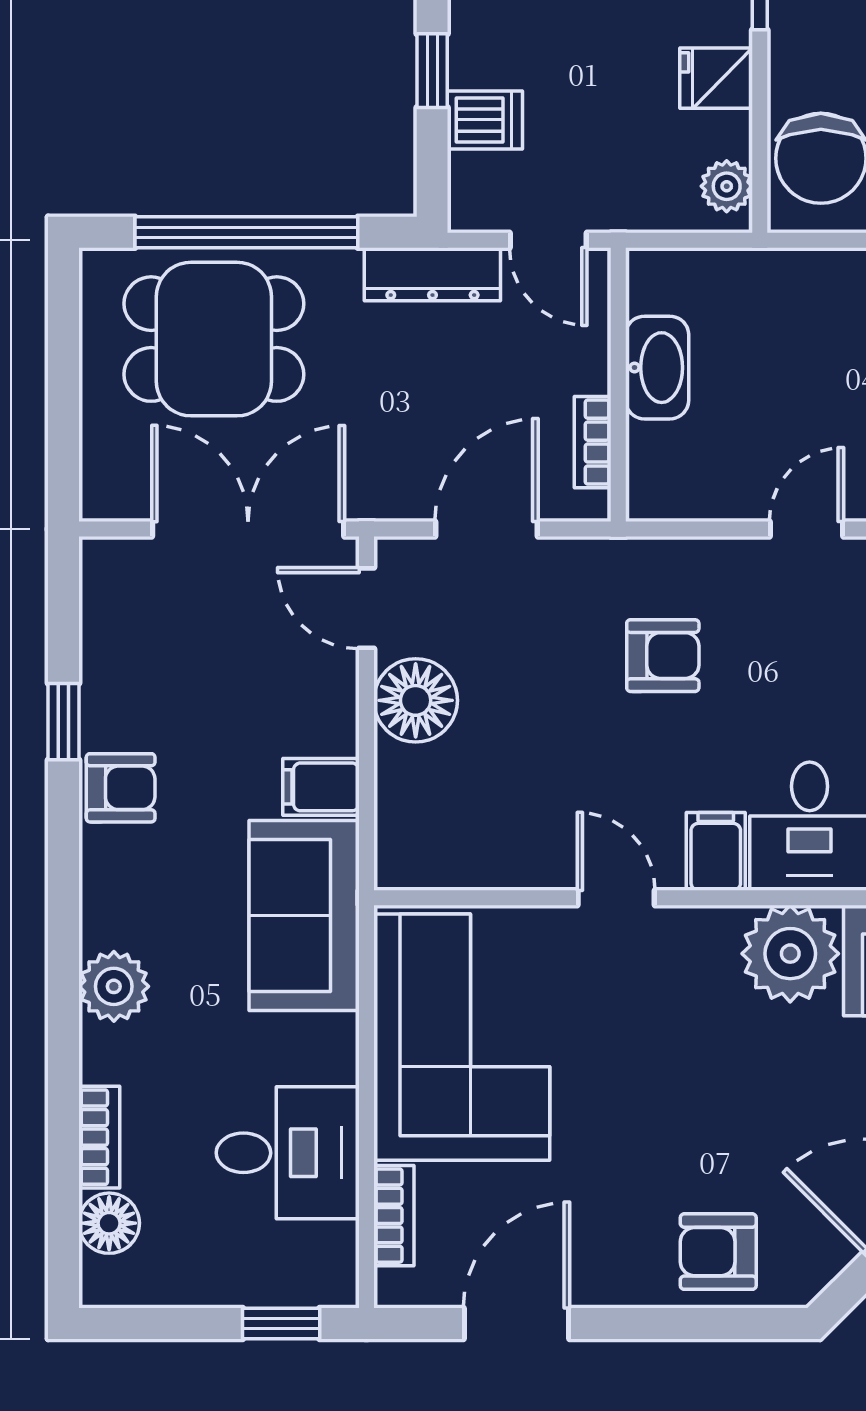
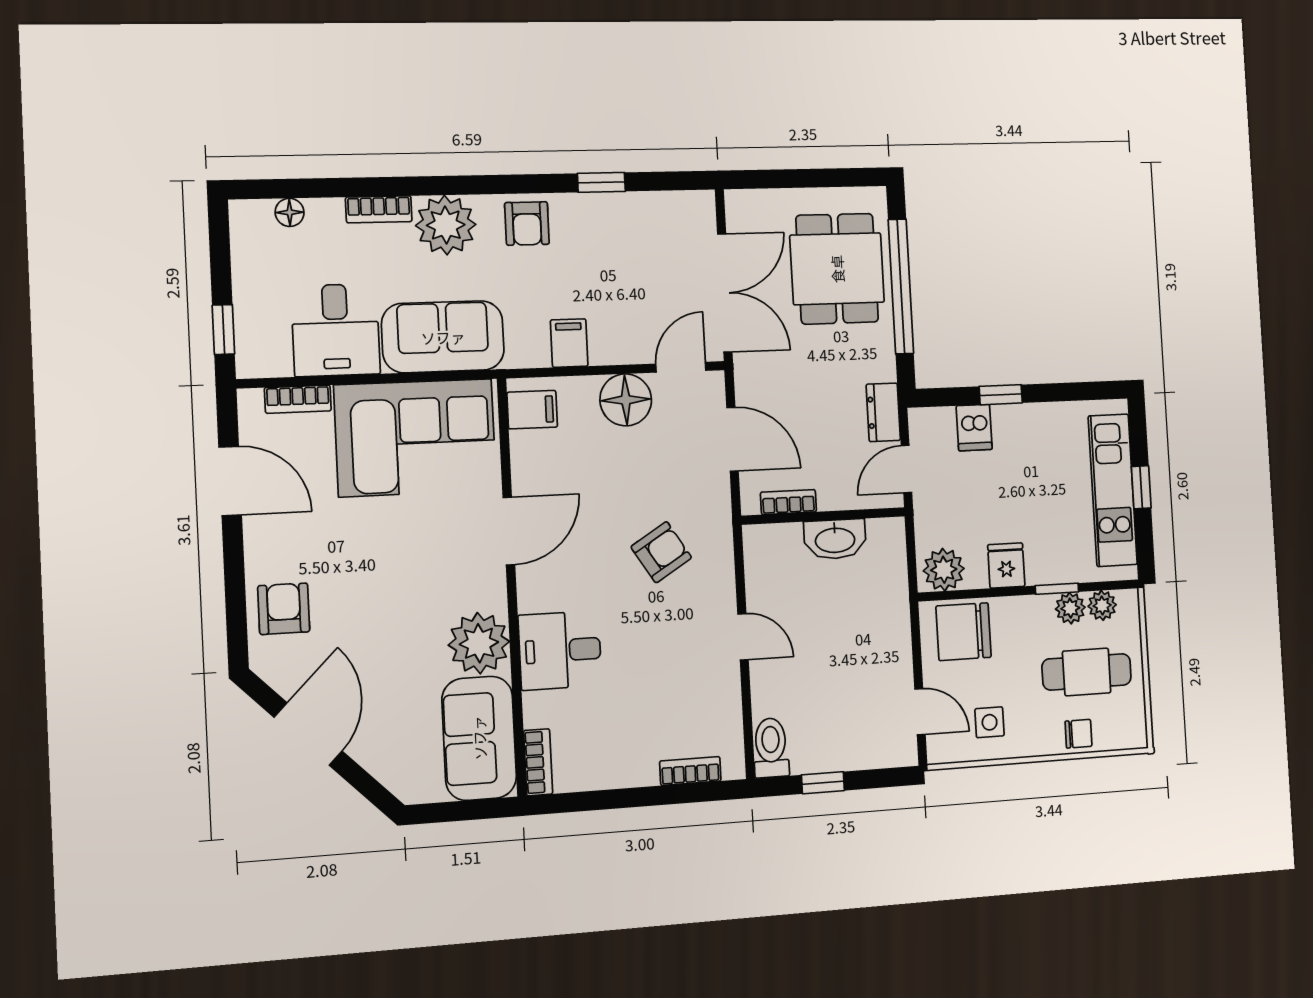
plant: (727, 186) -> (944, 570), width x1.38, depth x1.38
dresser: (432, 274) -> (883, 412), width x0.70
armchair: (663, 656) -> (661, 552), turned -122
armchair: (121, 788) -> (527, 223), moved
filing cabinet: (716, 851) -> (532, 410), moved
door: (616, 898) -> (509, 531), width x1.38
sofa: (304, 915) -> (443, 337), moved
plant: (114, 986) -> (446, 225), width x1.36, depth x1.36
bookcase: (99, 1137) -> (379, 209), moved
floor lamp: (109, 1223) -> (290, 212), width x0.73, depth x0.73

